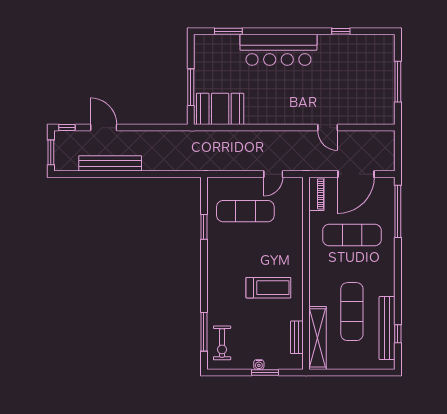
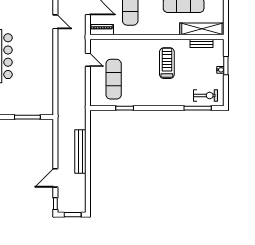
booth: (220, 109) -> (42, 97), removed
door: (328, 128) -> (55, 22), hinge flipped
bench: (110, 163) -> (80, 151), moved

